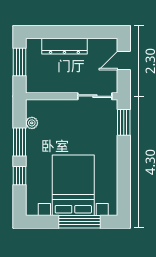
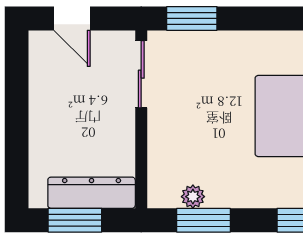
dresser: (64, 46) -> (92, 193), moved, turned -90
window: (20, 142) -> (203, 220), moved

